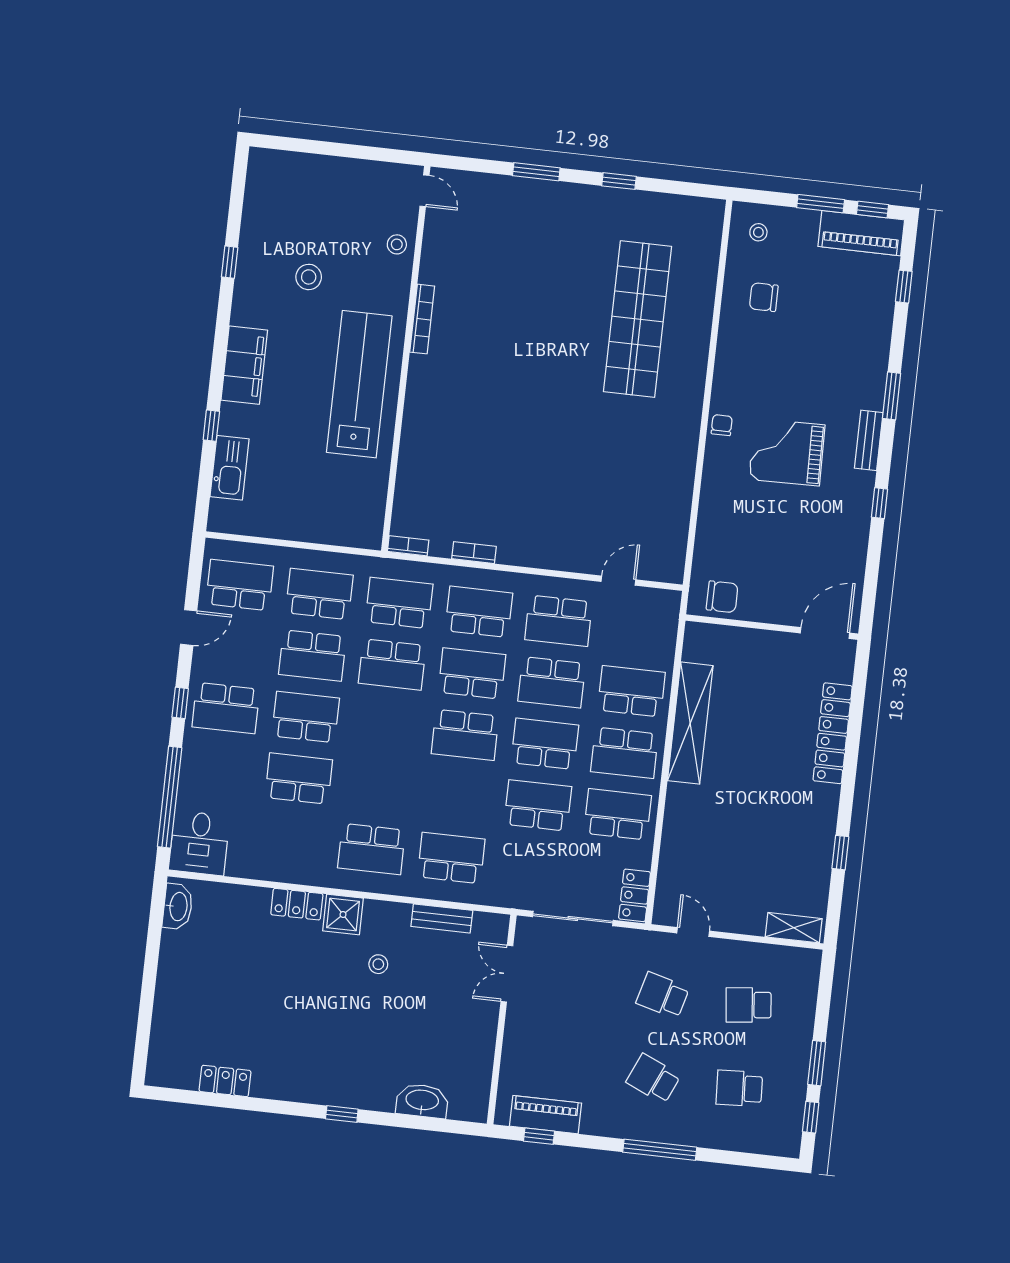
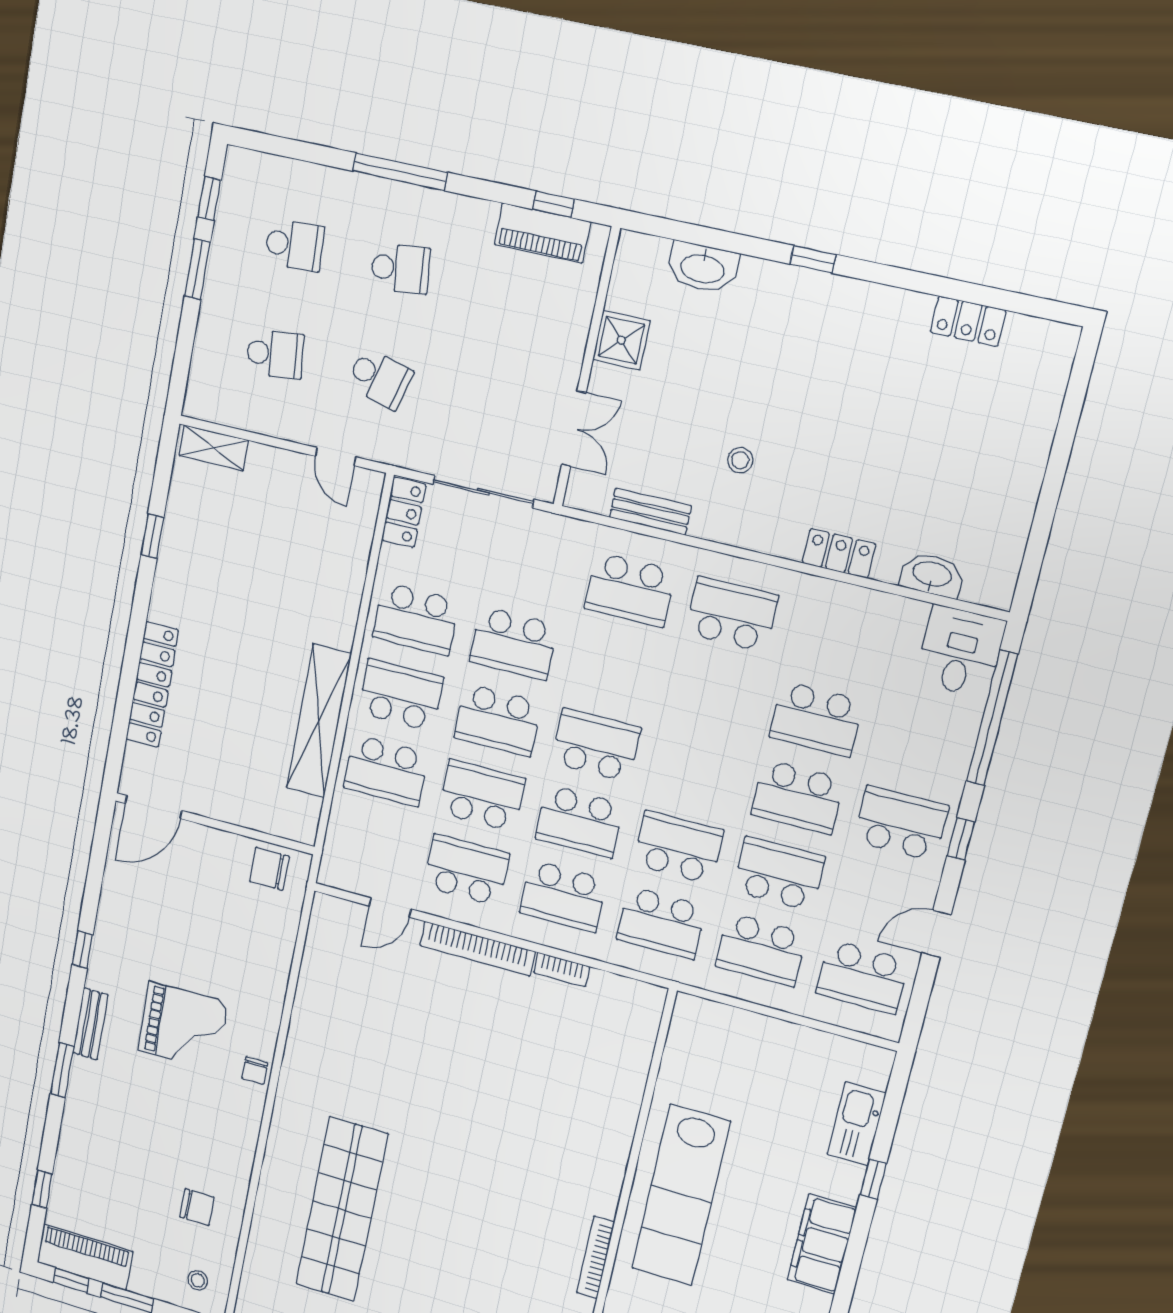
bookcase: (408, 546) -> (477, 949), moved, width x2.31, depth x1.31
washbasin: (178, 907) -> (932, 575), moved, turned 90
shower: (343, 915) -> (621, 340), moved
school desk: (653, 1079) -> (400, 269), turned -30

